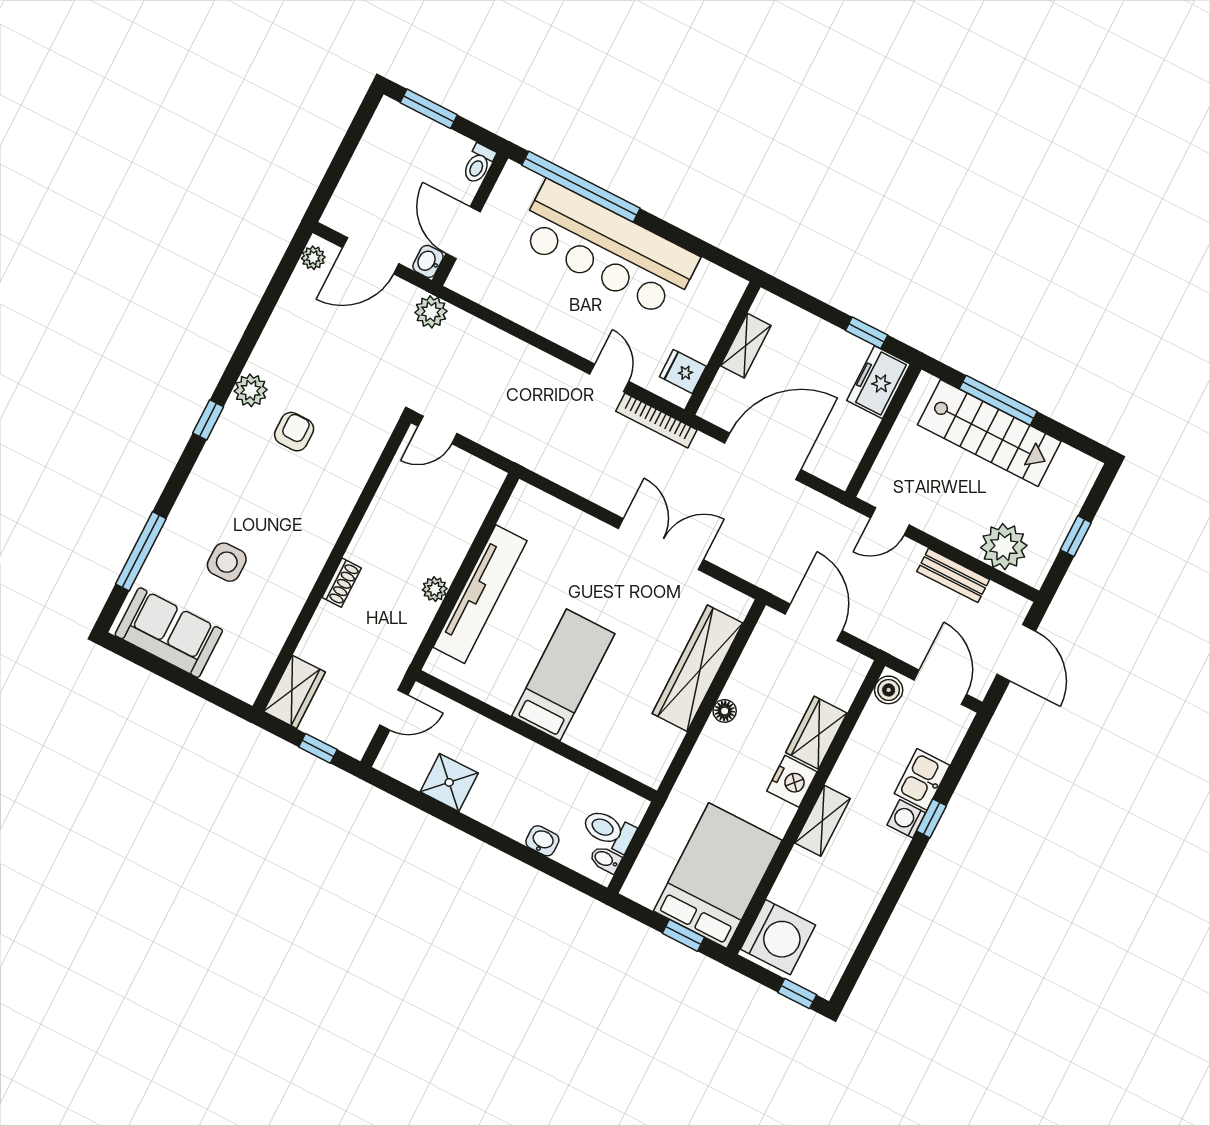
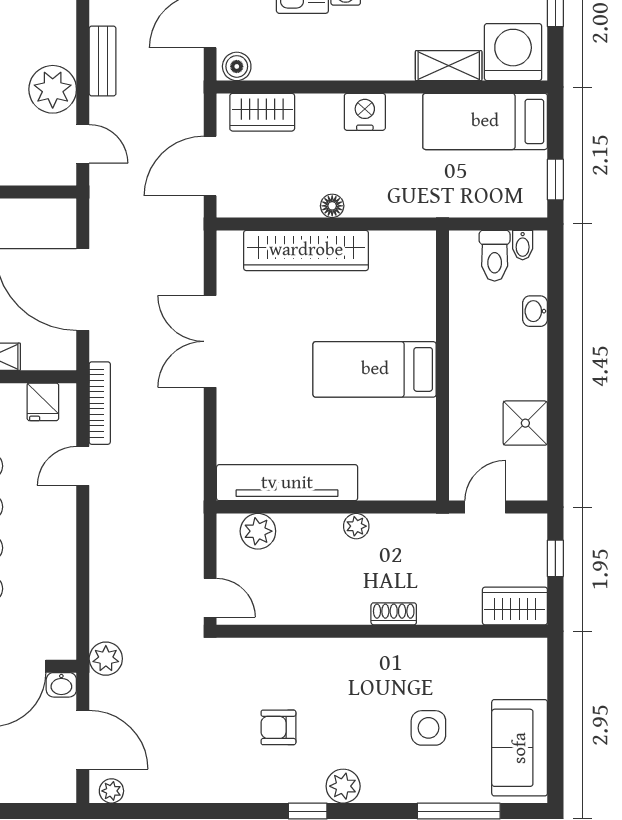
plant: (251, 390) -> (343, 786), moved
plant: (474, 501) -> (258, 531), added
plant: (1004, 547) -> (53, 89), moved
tv unit: (480, 594) -> (287, 483), moved
door: (394, 710) -> (485, 507), hinge flipped
wardrobe: (816, 733) -> (262, 112), moved
shelving: (822, 821) -> (449, 66), moved
bed: (718, 876) -> (485, 121), width x0.67
window: (683, 935) -> (555, 179), moved

